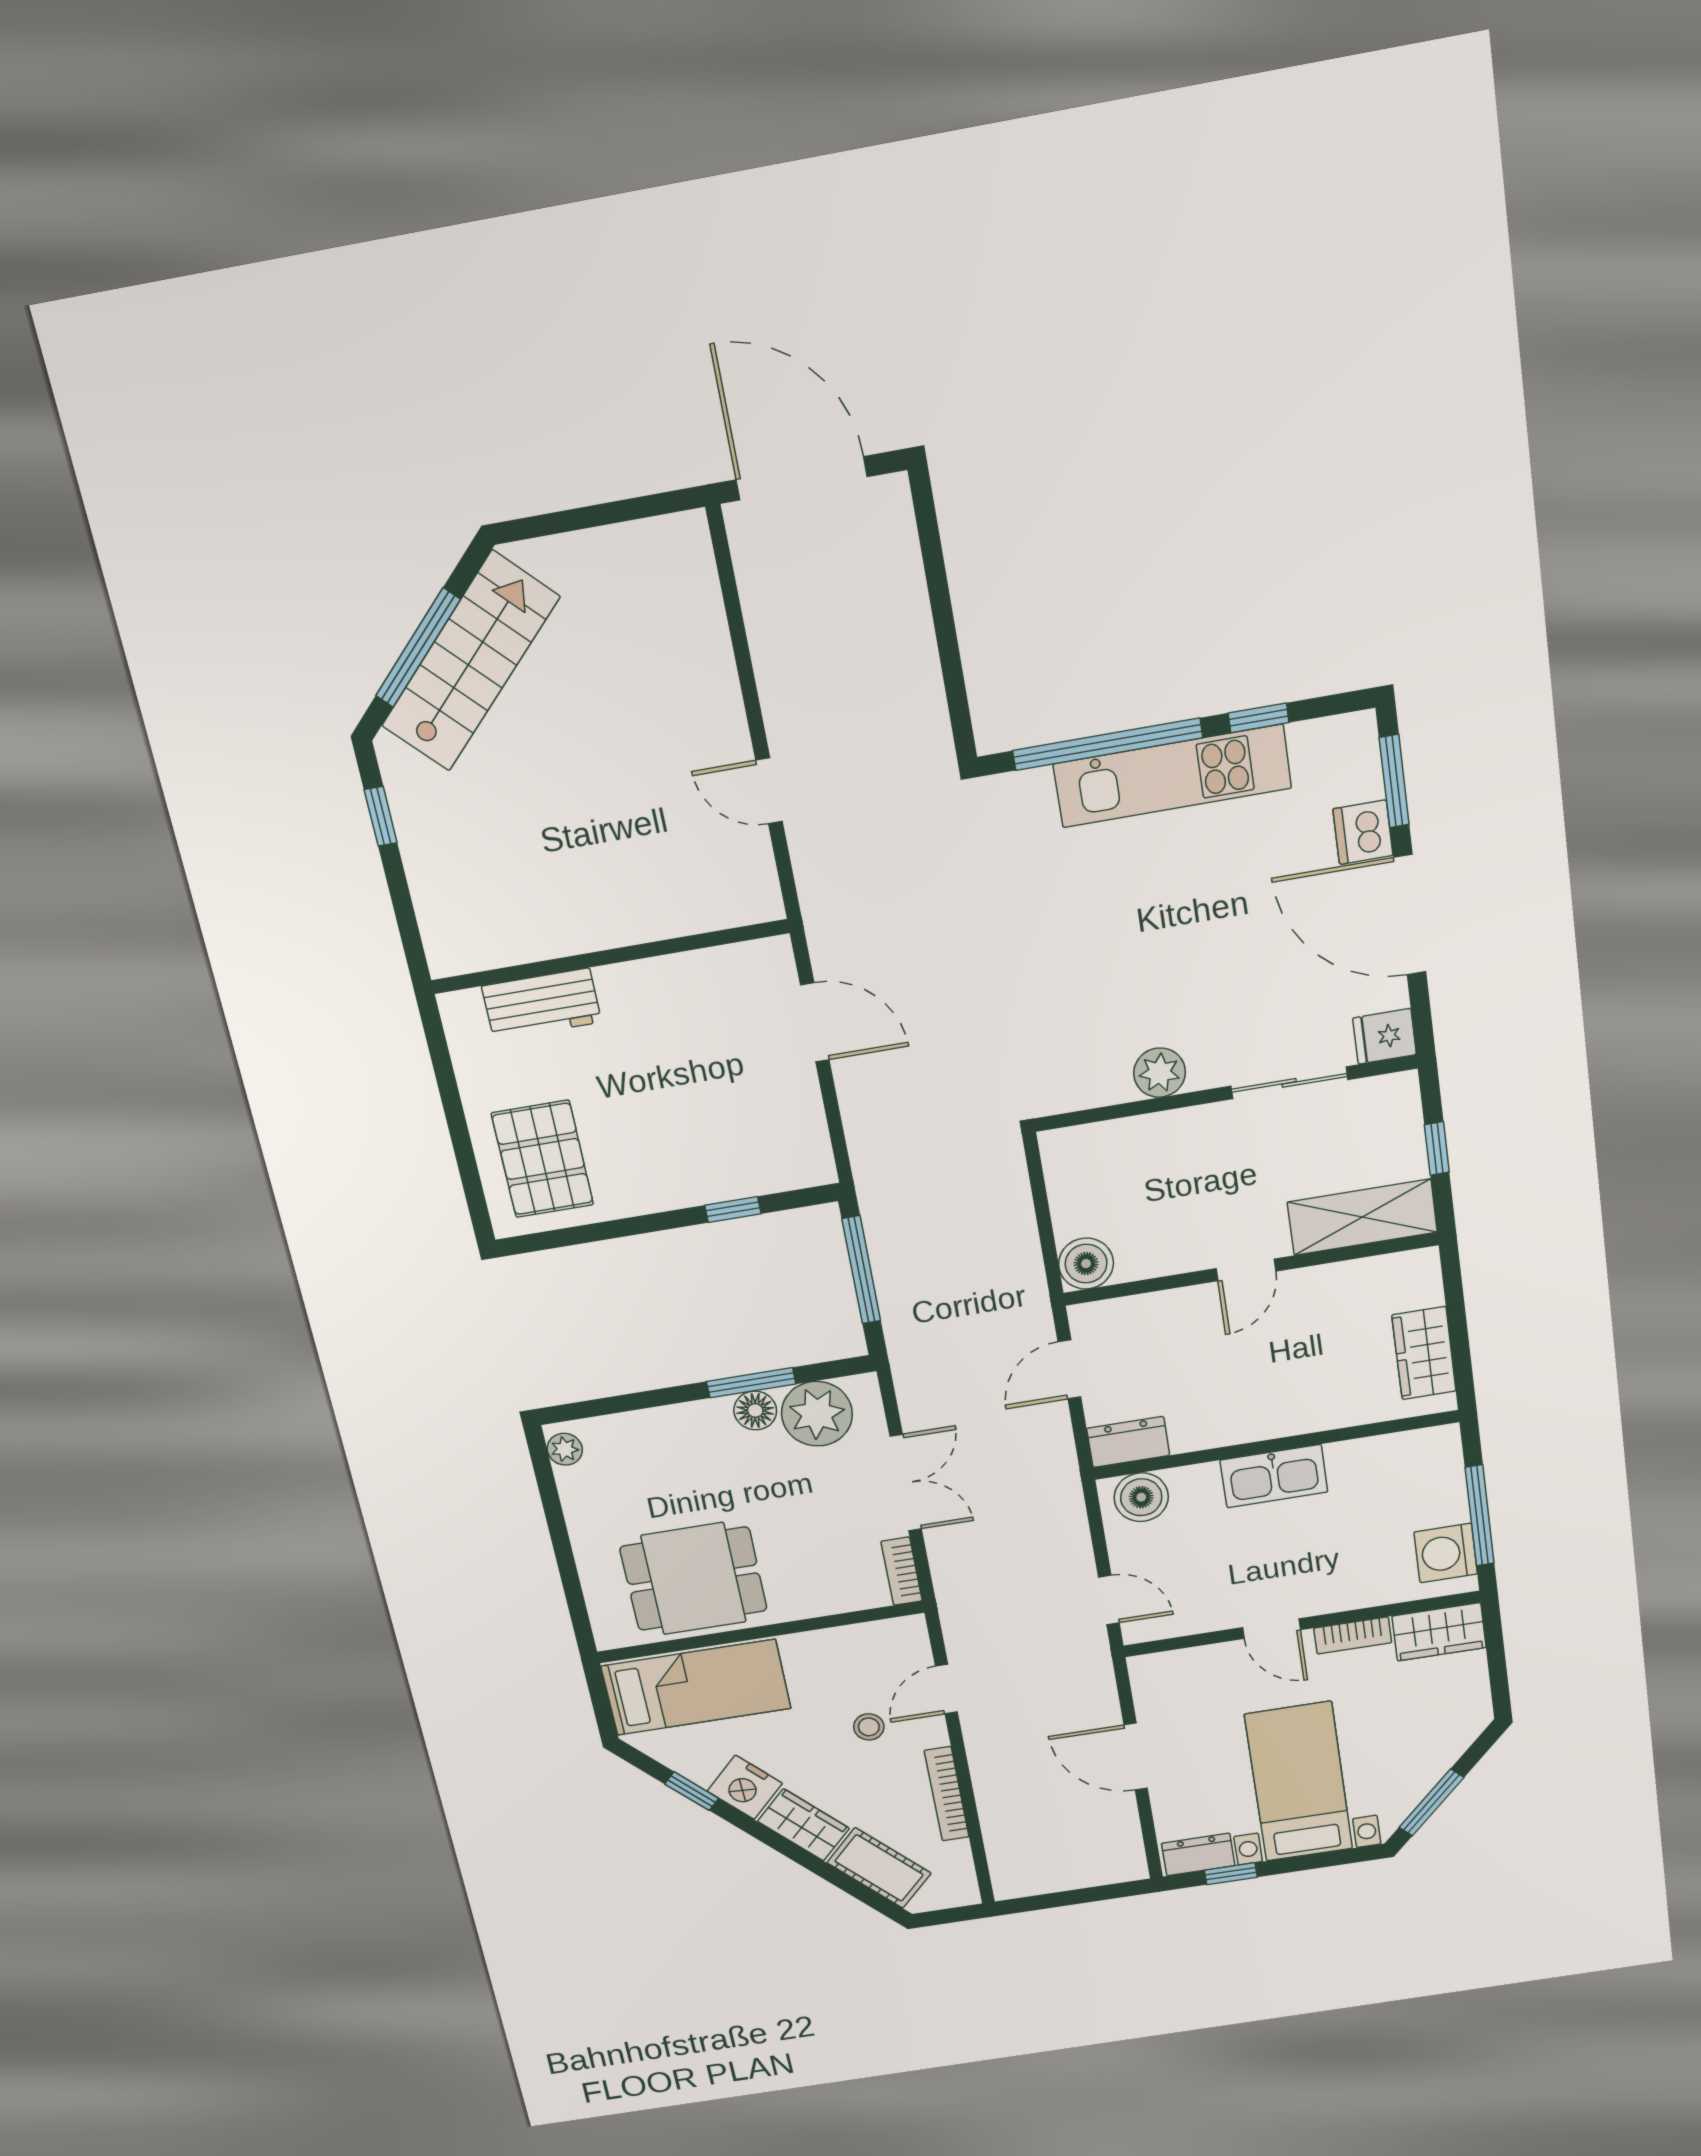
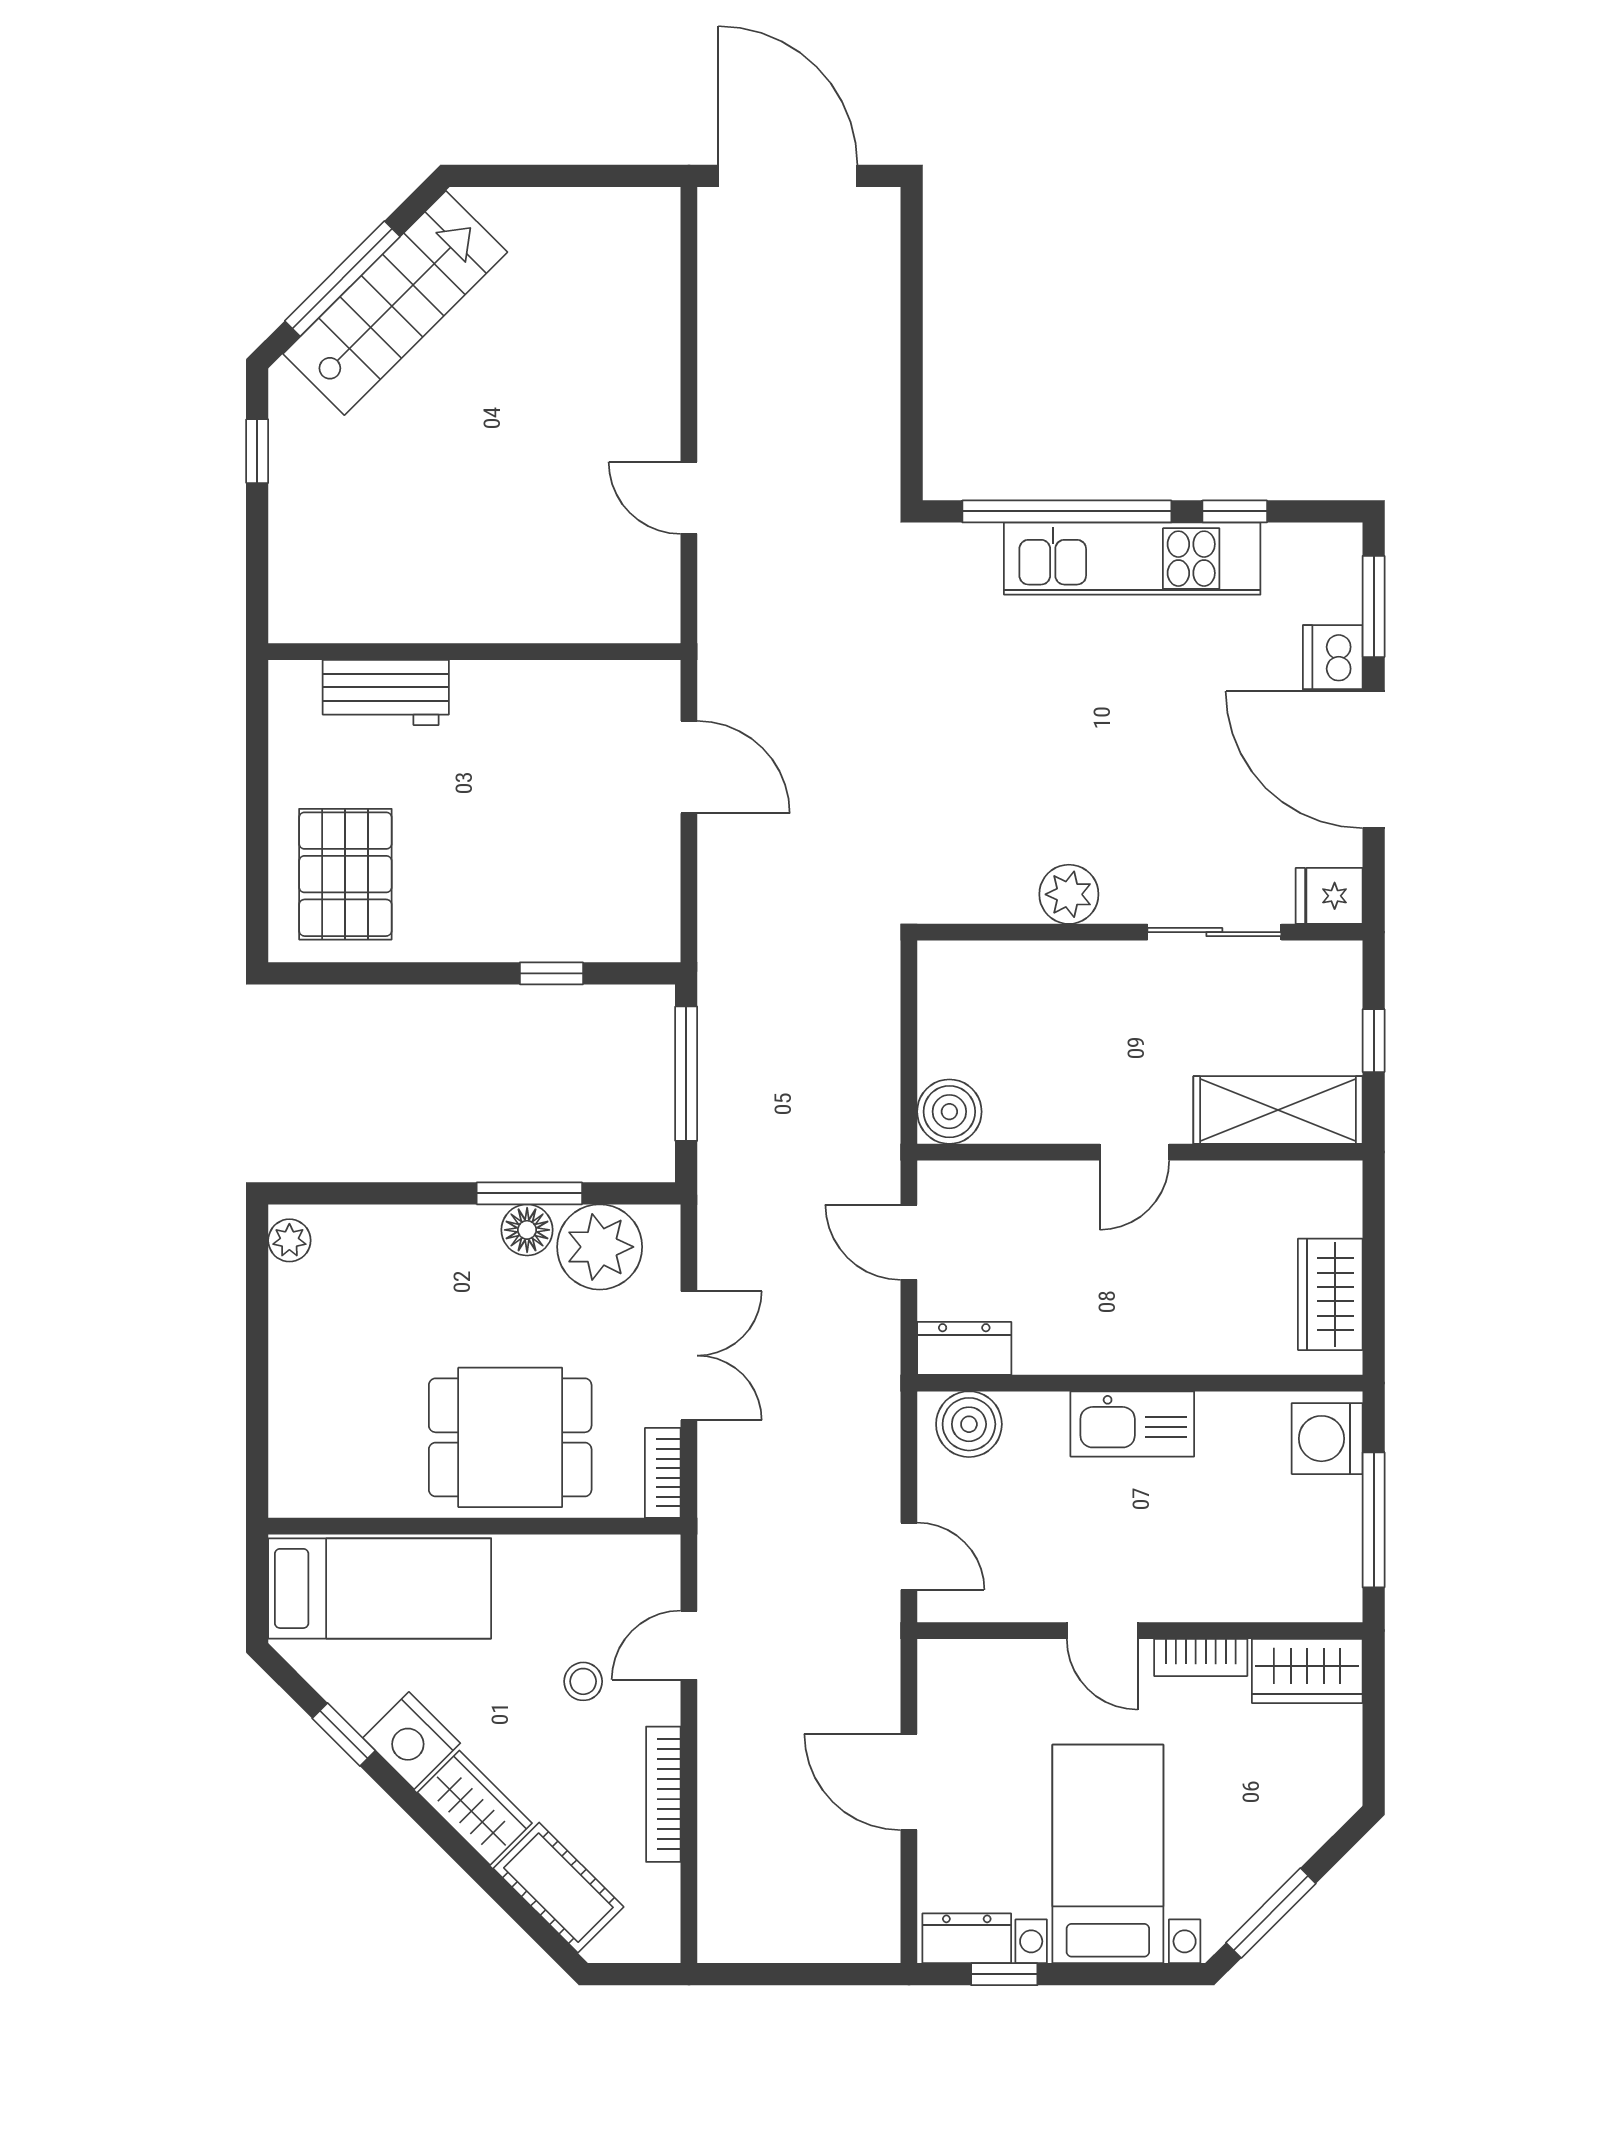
door: (1069, 1369) -> (909, 1242), hinge flipped
washing machine: (1446, 1553) -> (1327, 1439), moved
dining table: (694, 1579) -> (510, 1437), moved

